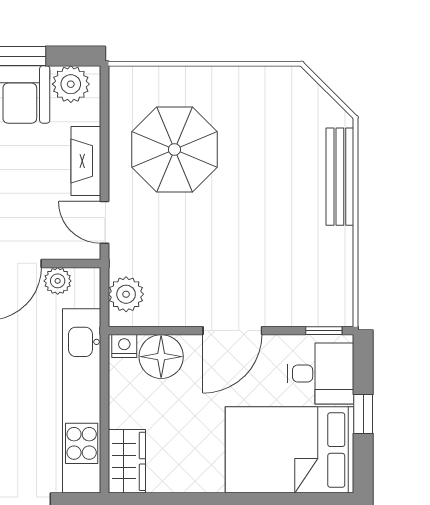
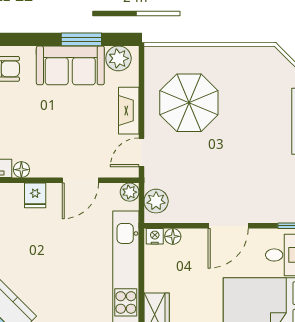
door: (105, 222) -> (141, 152), hinge flipped
plant: (58, 281) -> (130, 192), moved
floor lamp: (161, 357) -> (173, 236), width x0.53, depth x0.53

